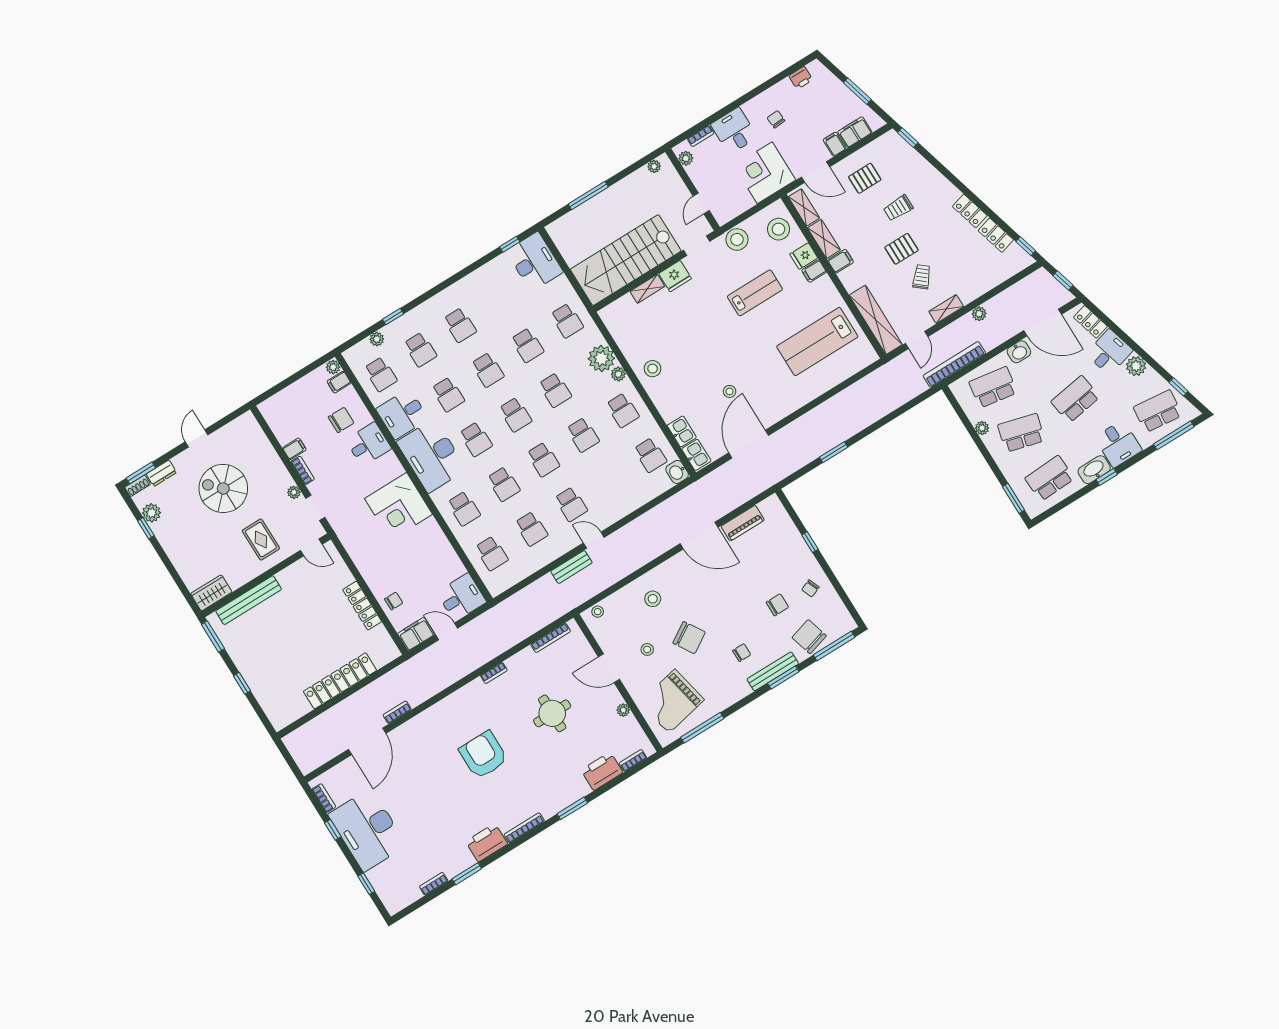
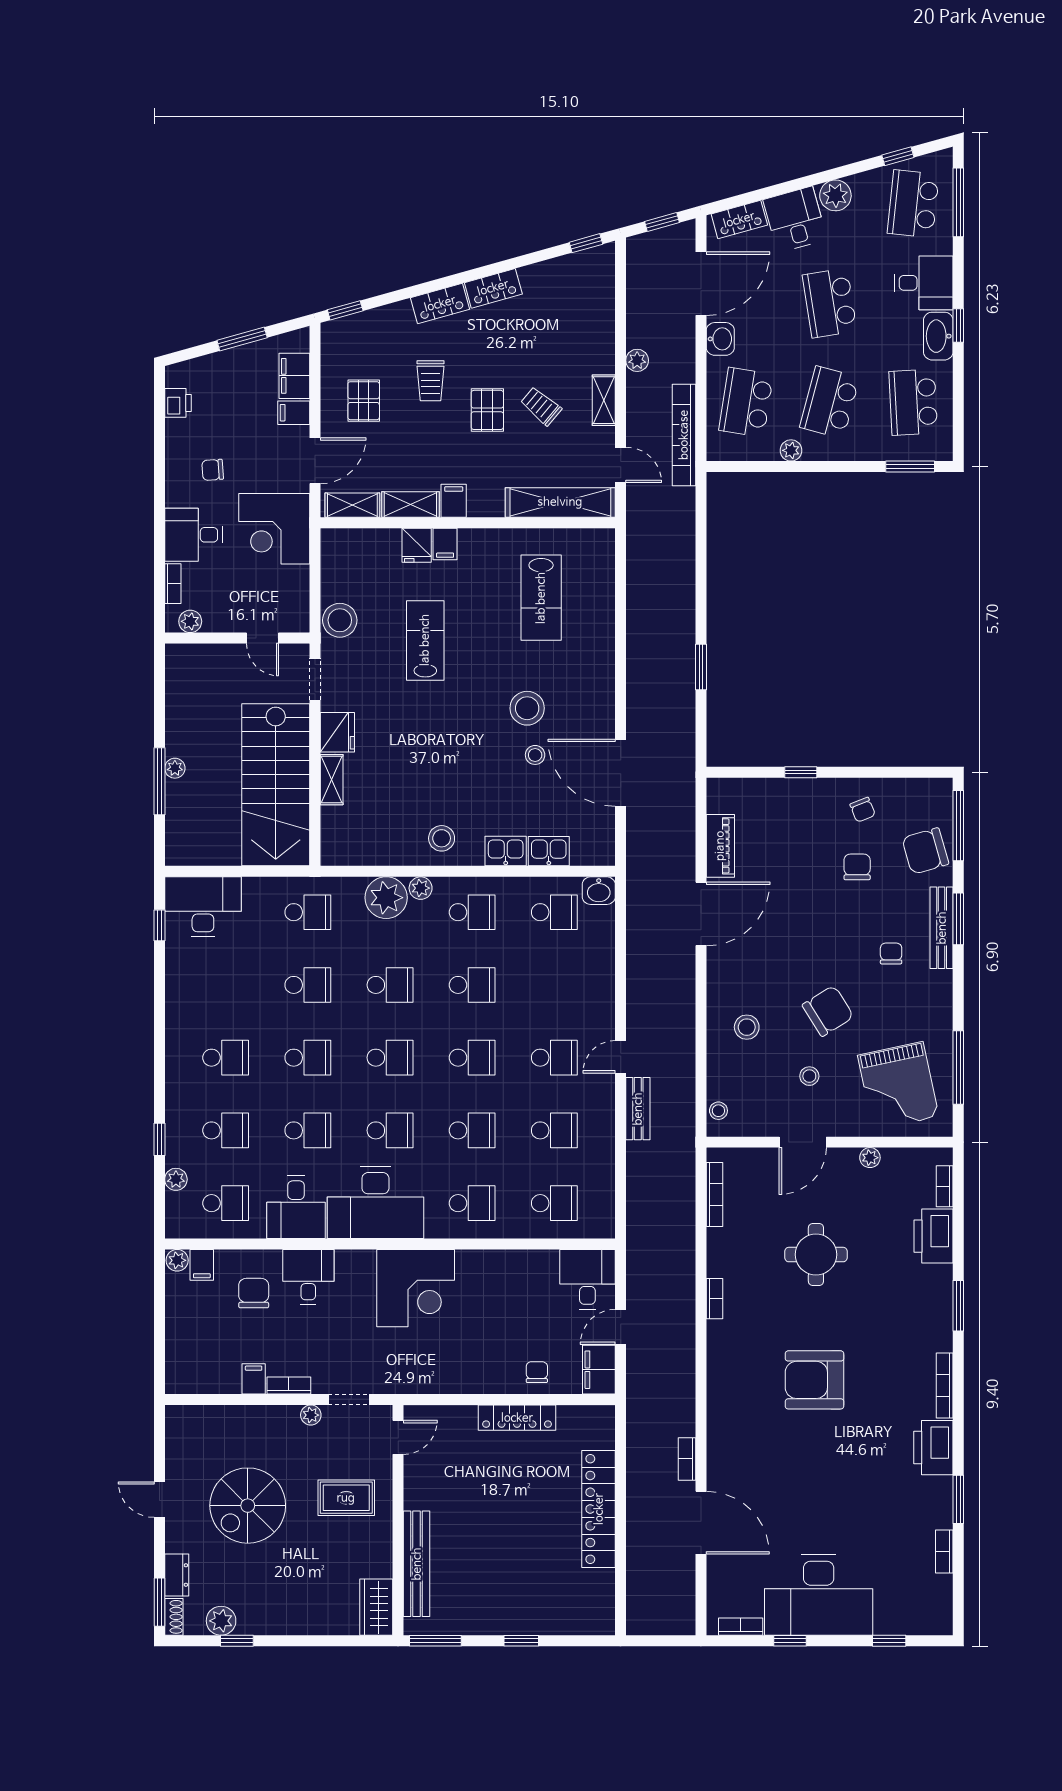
plant: (654, 166) -> (175, 768), moved
stool: (779, 229) -> (527, 708), moved
locker: (996, 235) -> (440, 304), moved
lab bench: (817, 342) -> (541, 598), width x0.73, depth x0.72
kitchen sink: (696, 455) -> (506, 851), moved

